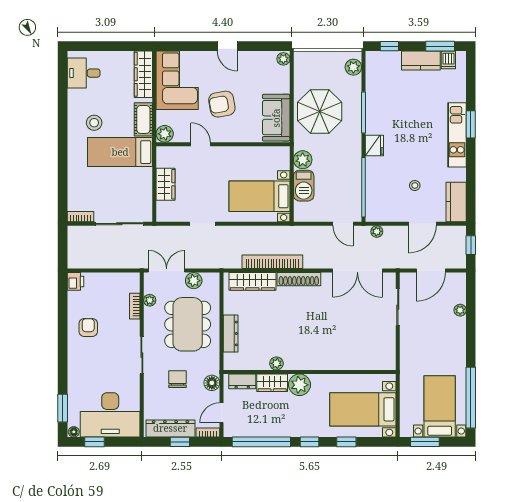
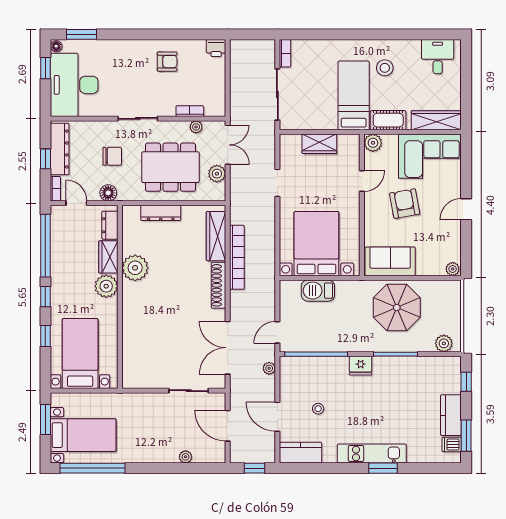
plant: (303, 160) -> (345, 289), removed
bed with nightstands: (259, 196) -> (316, 244), width x1.36
plant: (276, 363) -> (135, 268), width x1.87, depth x1.87

